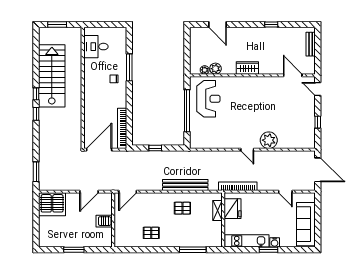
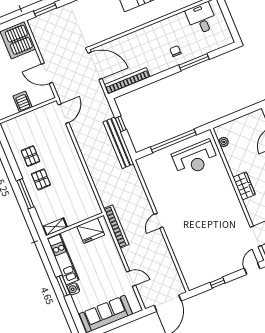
plant: (215, 69) -> (230, 153), removed
plant: (269, 140) -> (178, 239), removed
bench: (185, 185) -> (118, 143), moved
door: (128, 192) -> (63, 114), swing flipped
door: (285, 192) -> (131, 279), swing flipped
pallet: (182, 208) -> (41, 179), moved
shelving: (217, 210) -> (55, 227), moved
window: (193, 250) -> (25, 194), moved

